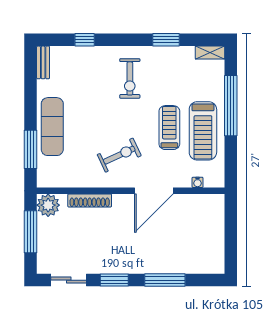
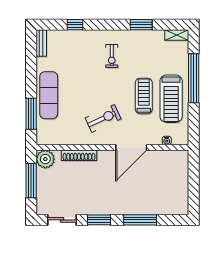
exercise bike: (130, 78) -> (112, 56), width x0.73, depth x0.72

